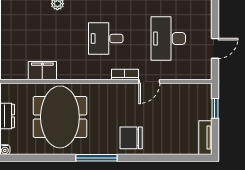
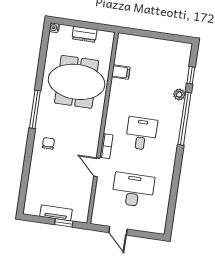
filing cabinet: (42, 71) -> (121, 72), width x0.50
chair: (131, 138) -> (48, 143), width x0.54, depth x0.54
tv unit: (205, 138) -> (56, 213), moved

